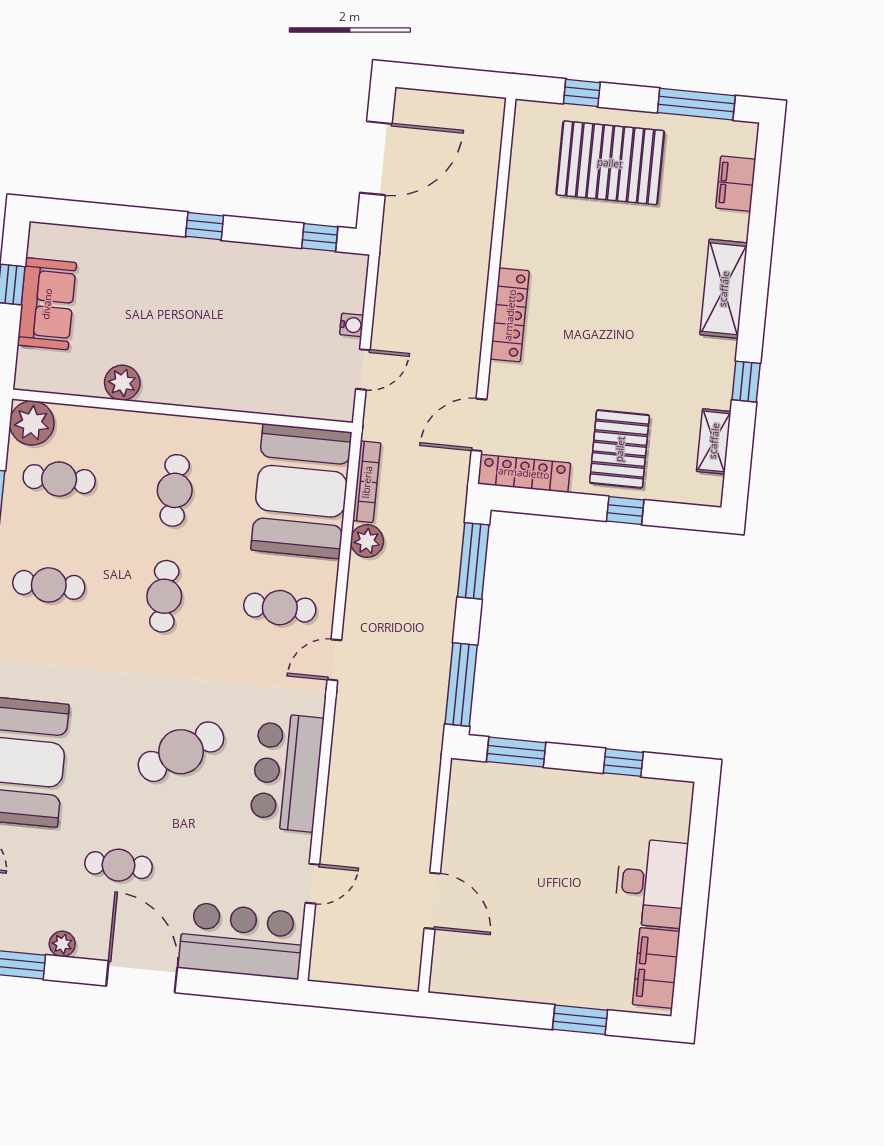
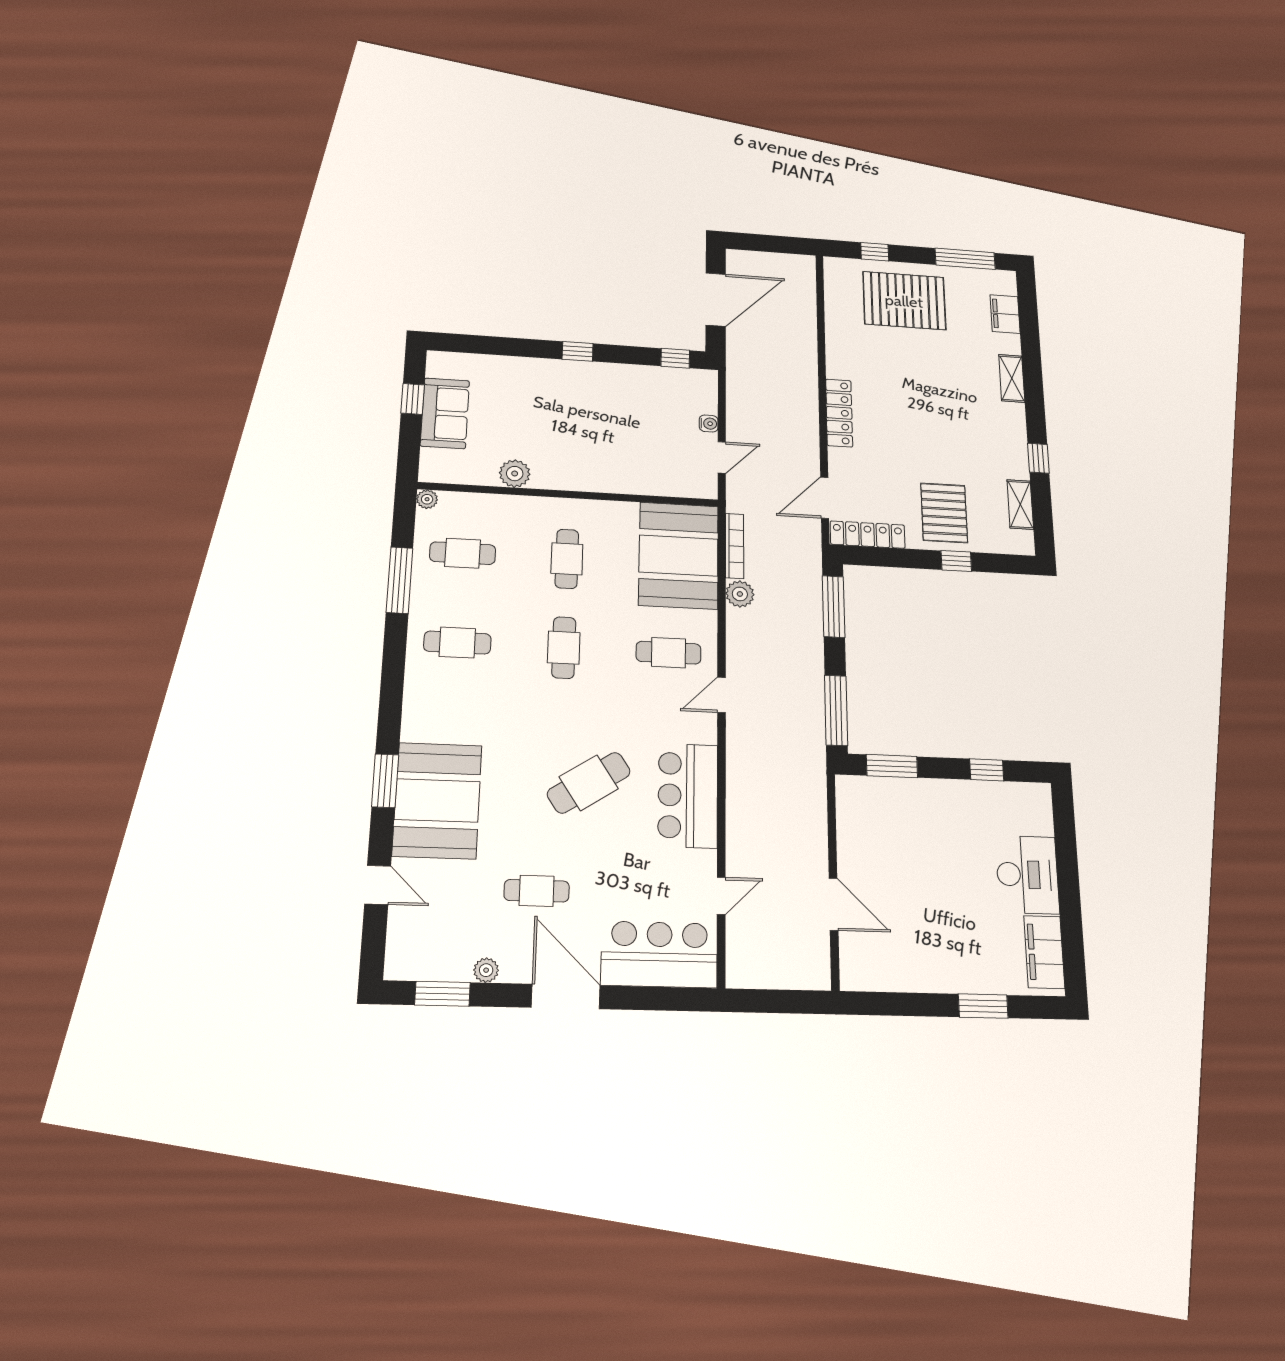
shelving: (724, 289) -> (1012, 378), width x0.67, depth x0.75
plant: (32, 423) -> (427, 499), width x0.53, depth x0.53

